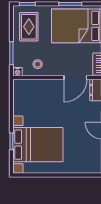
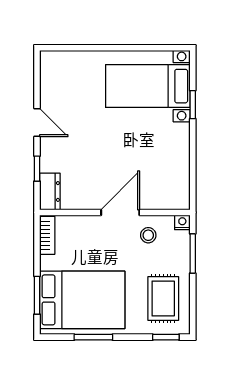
door: (75, 78) -> (120, 212), moved
bed with nightstands: (38, 145) -> (148, 86), width x0.73

